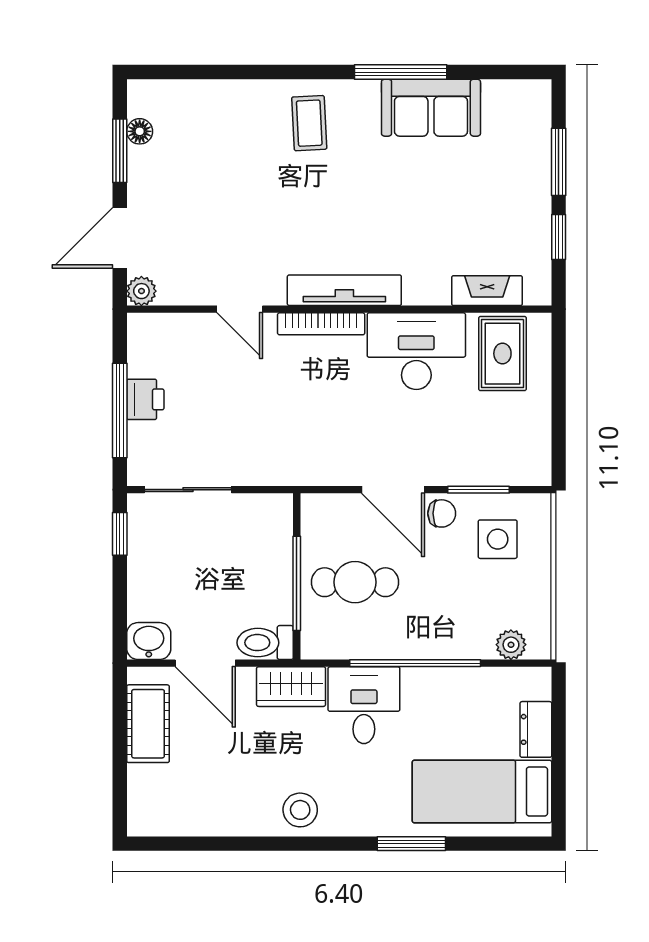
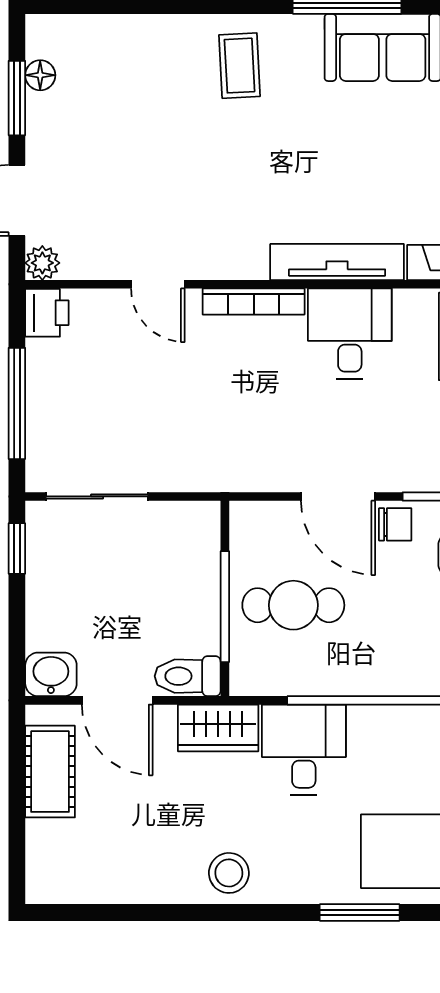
tv unit: (344, 290) -> (337, 262), moved
desk: (416, 351) -> (350, 334), width x0.73
printer: (145, 399) -> (47, 313), moved

